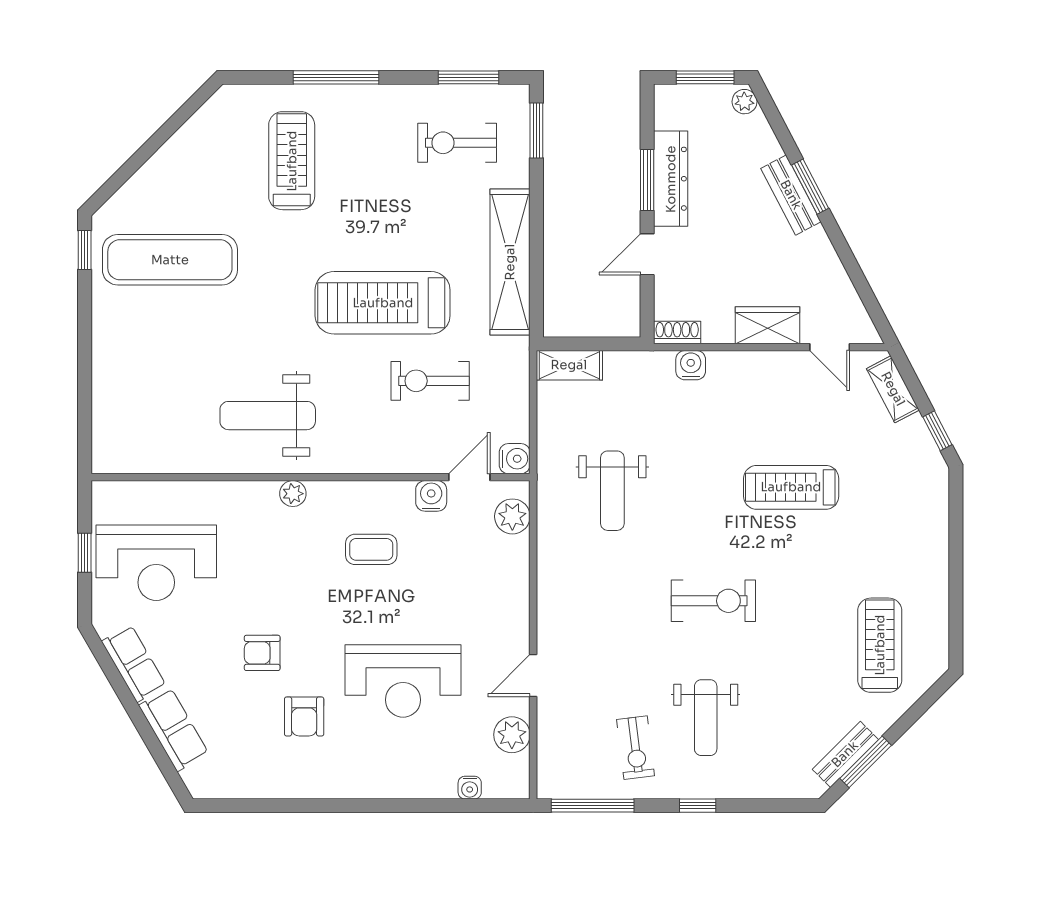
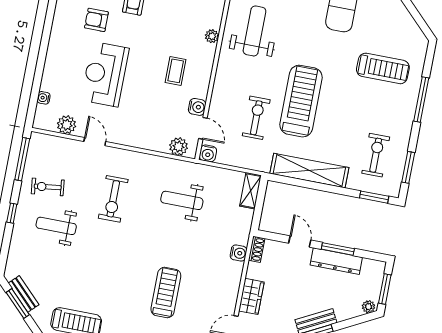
exercise bike: (713, 601) -> (113, 199), moved

